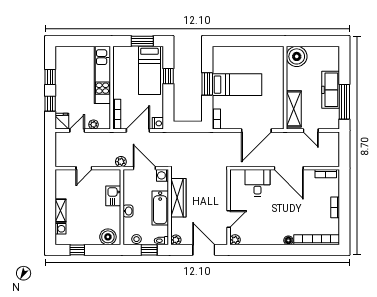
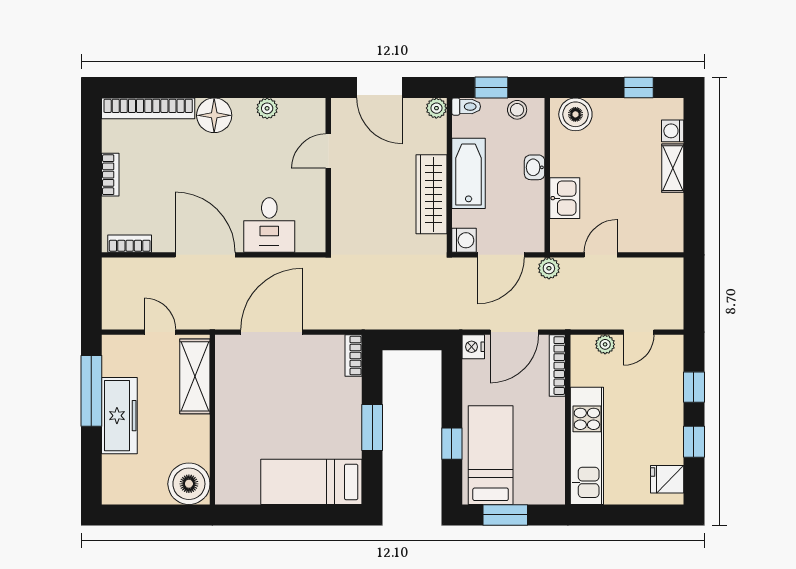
bed: (237, 85) -> (311, 482), moved
fridge: (62, 121) -> (667, 479), moved, turned 90
door: (84, 168) -> (601, 255), moved
door: (144, 168) -> (501, 255), hinge flipped
plant: (235, 240) -> (267, 108), moved
floor lamp: (288, 240) -> (214, 115), width x1.89, depth x1.89

